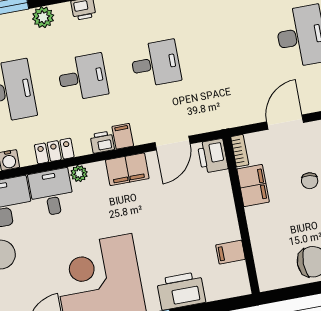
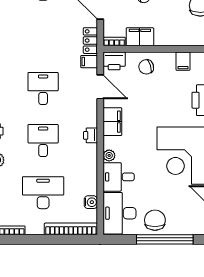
filing cabinet: (123, 136) -> (89, 62), moved
locker: (54, 151) -> (90, 41), moved
chair: (213, 202) -> (146, 67), added

